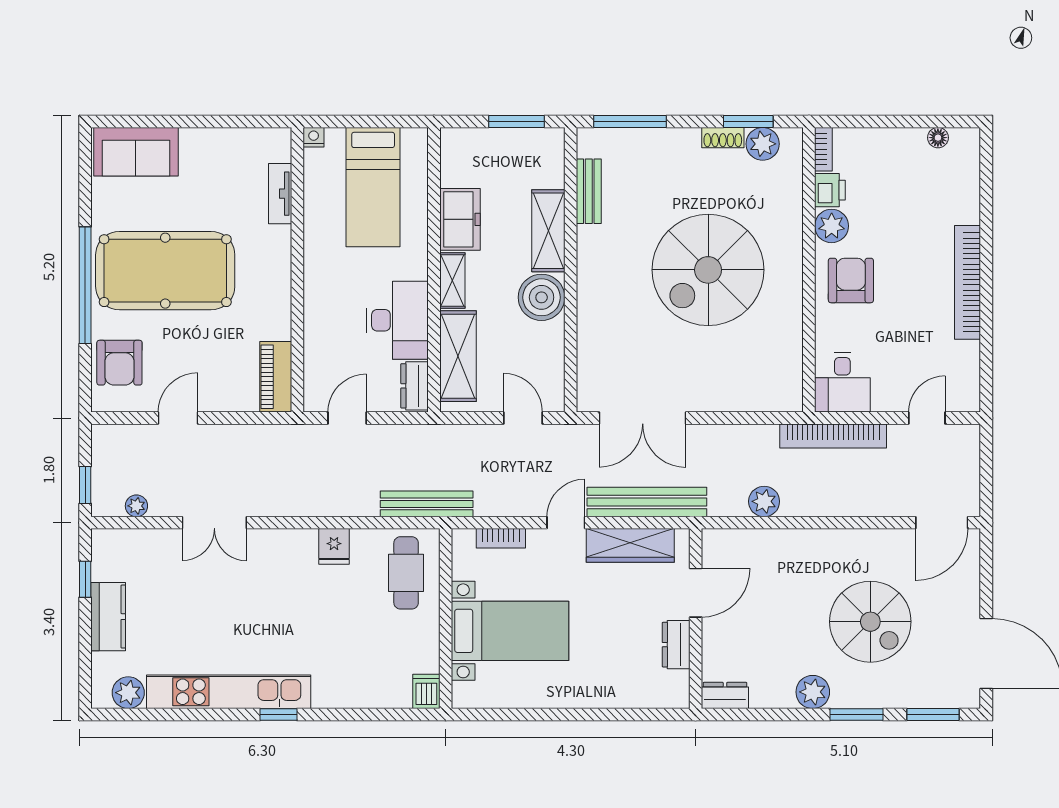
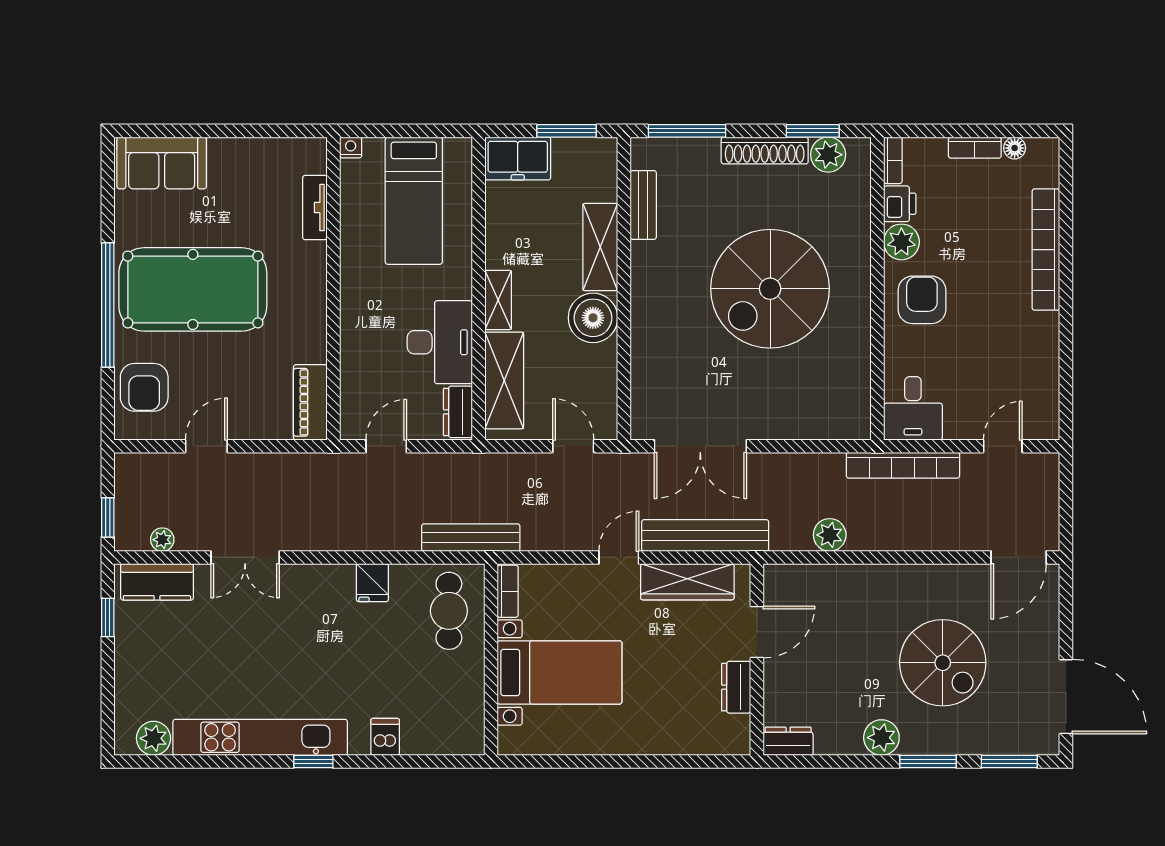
bookcase: (901, 137) -> (975, 148), added
shoe rack: (723, 138) -> (765, 151), width x1.94, depth x1.24
freezer: (460, 219) -> (518, 158), moved, turned 90
bookcase: (967, 282) -> (1046, 250), moved
bookcase: (501, 538) -> (508, 591), moved, turned -90
kitchen counter: (108, 617) -> (157, 582), moved, turned 90
dishwasher: (426, 691) -> (385, 737), moved

